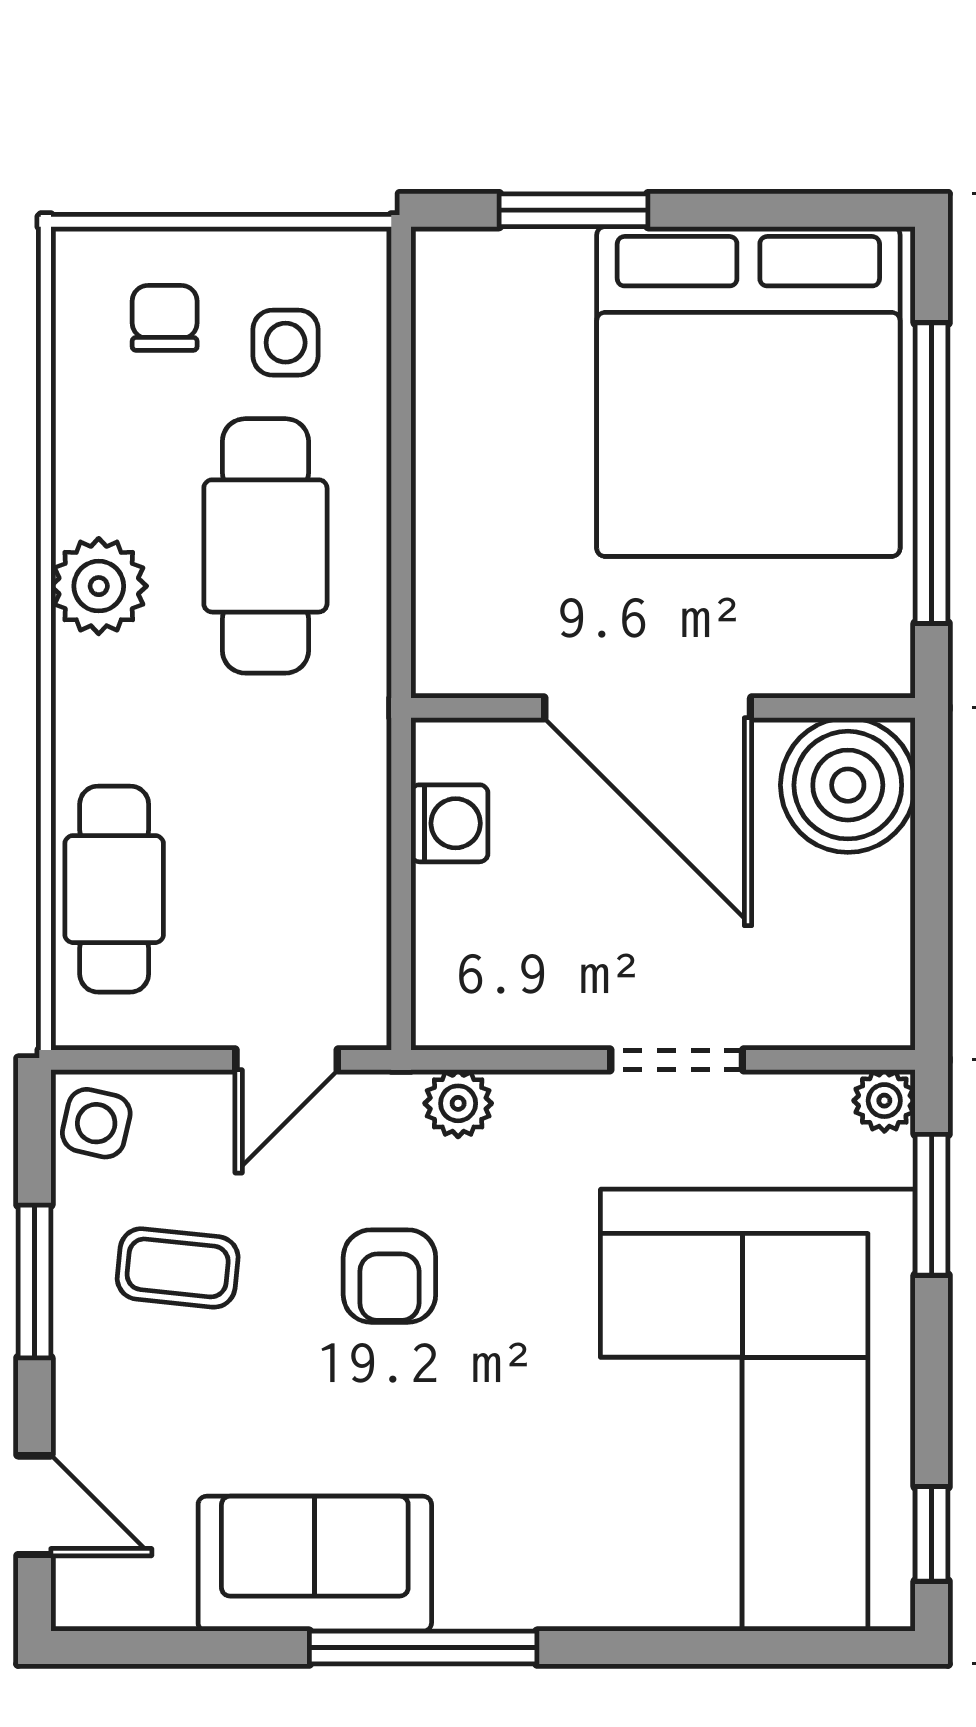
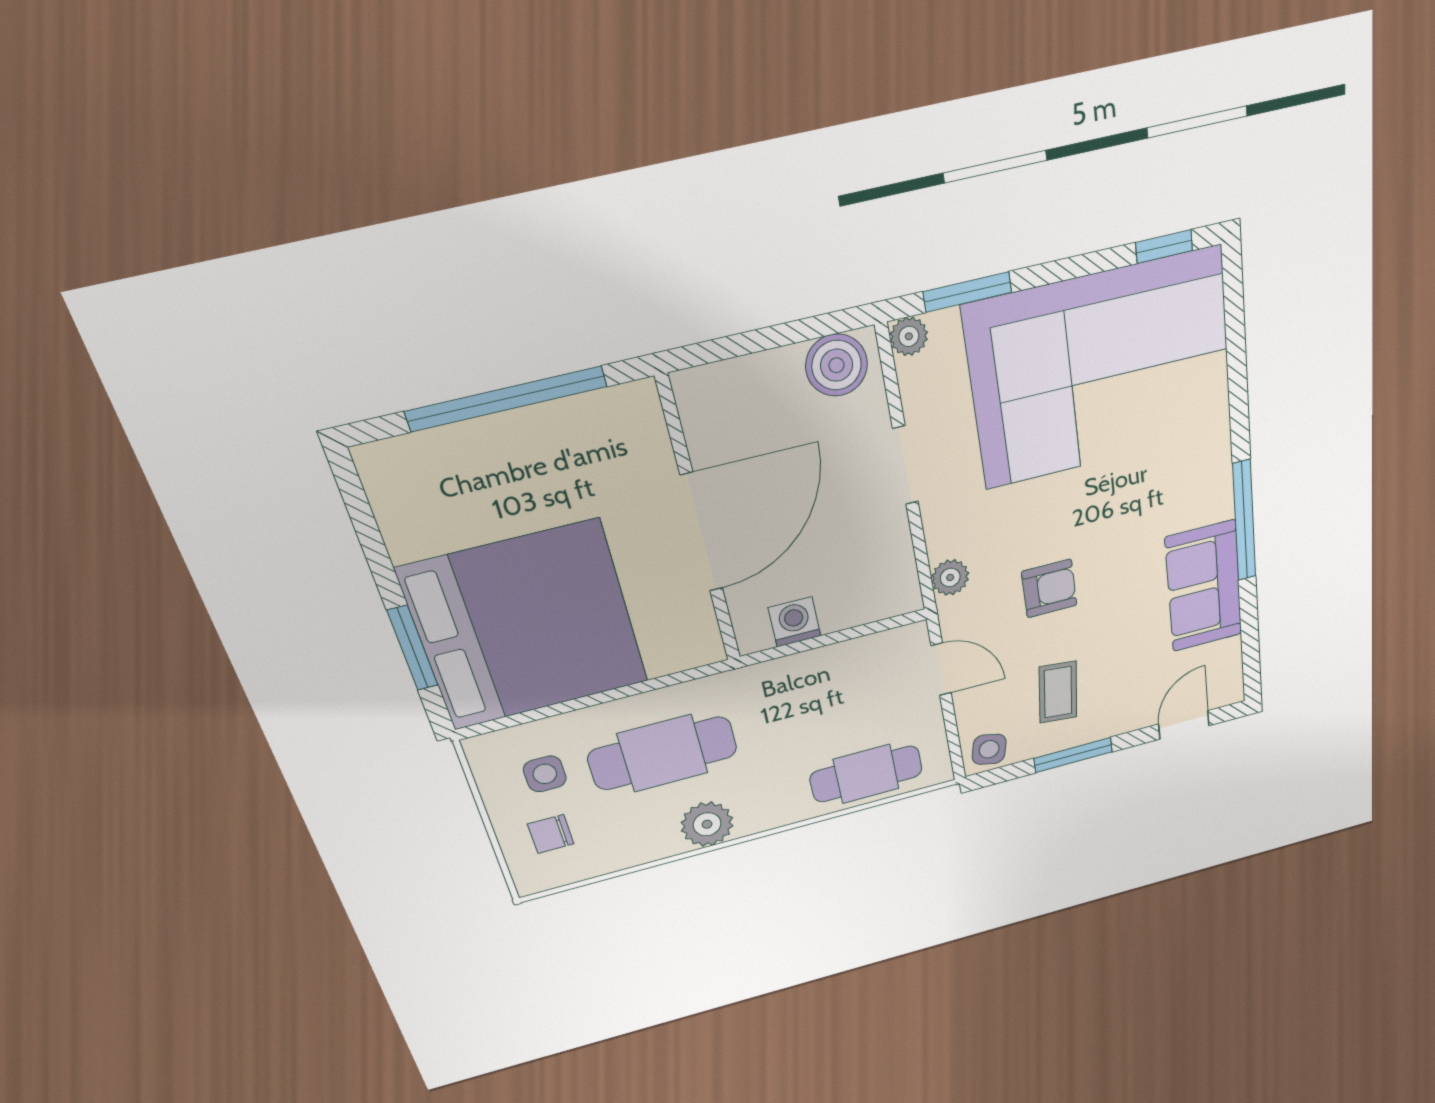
bed: (748, 391) -> (525, 626), moved
boiler: (848, 785) -> (837, 365), moved, width x0.73, depth x0.73

